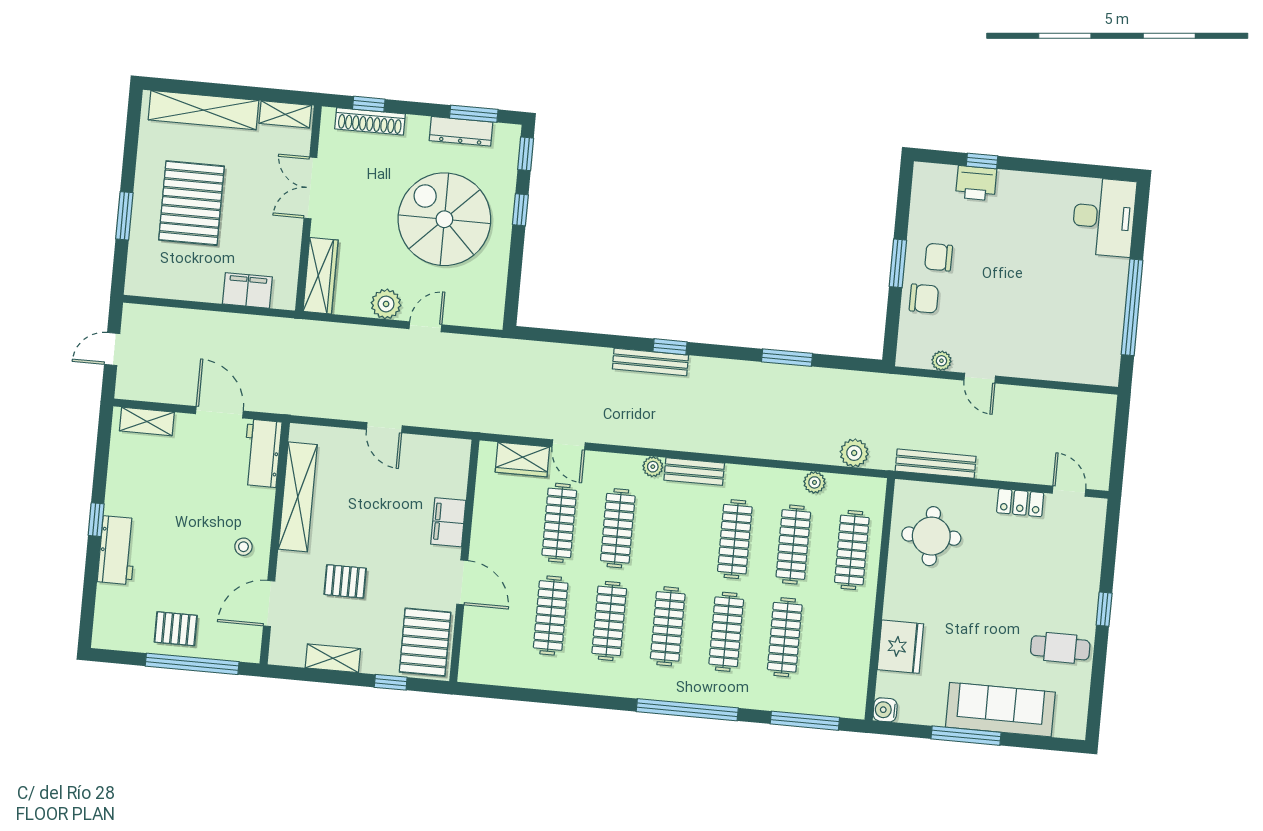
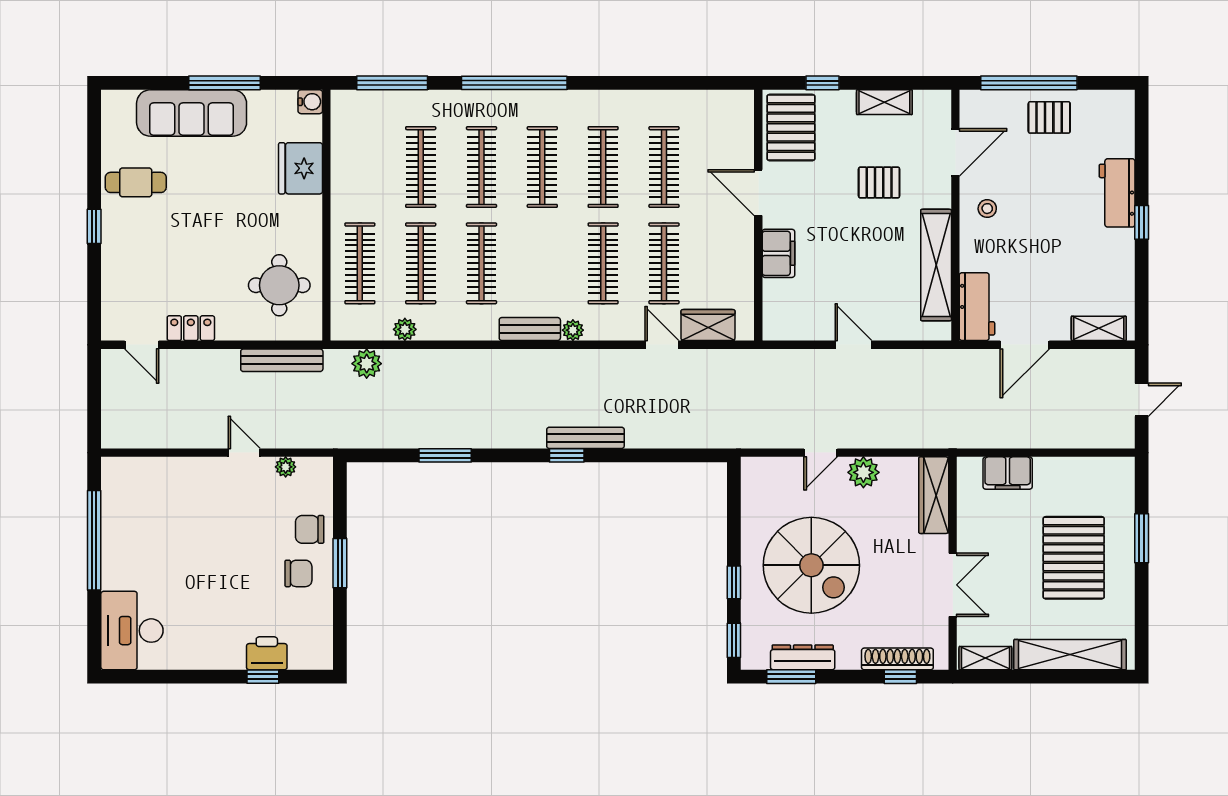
door: (219, 412) -> (1025, 345), hinge flipped

